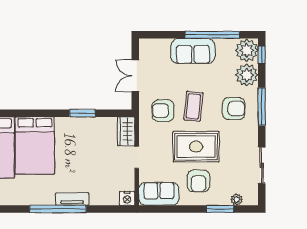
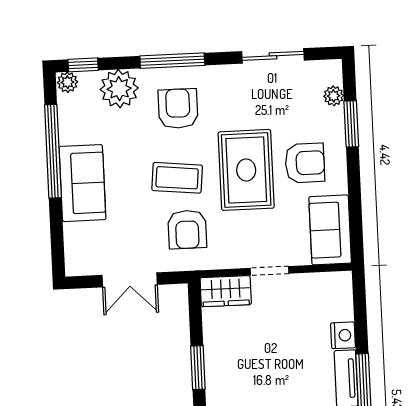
plant: (247, 50) -> (67, 82), width x0.53, depth x0.53
nightstand: (127, 198) -> (343, 335), moved

